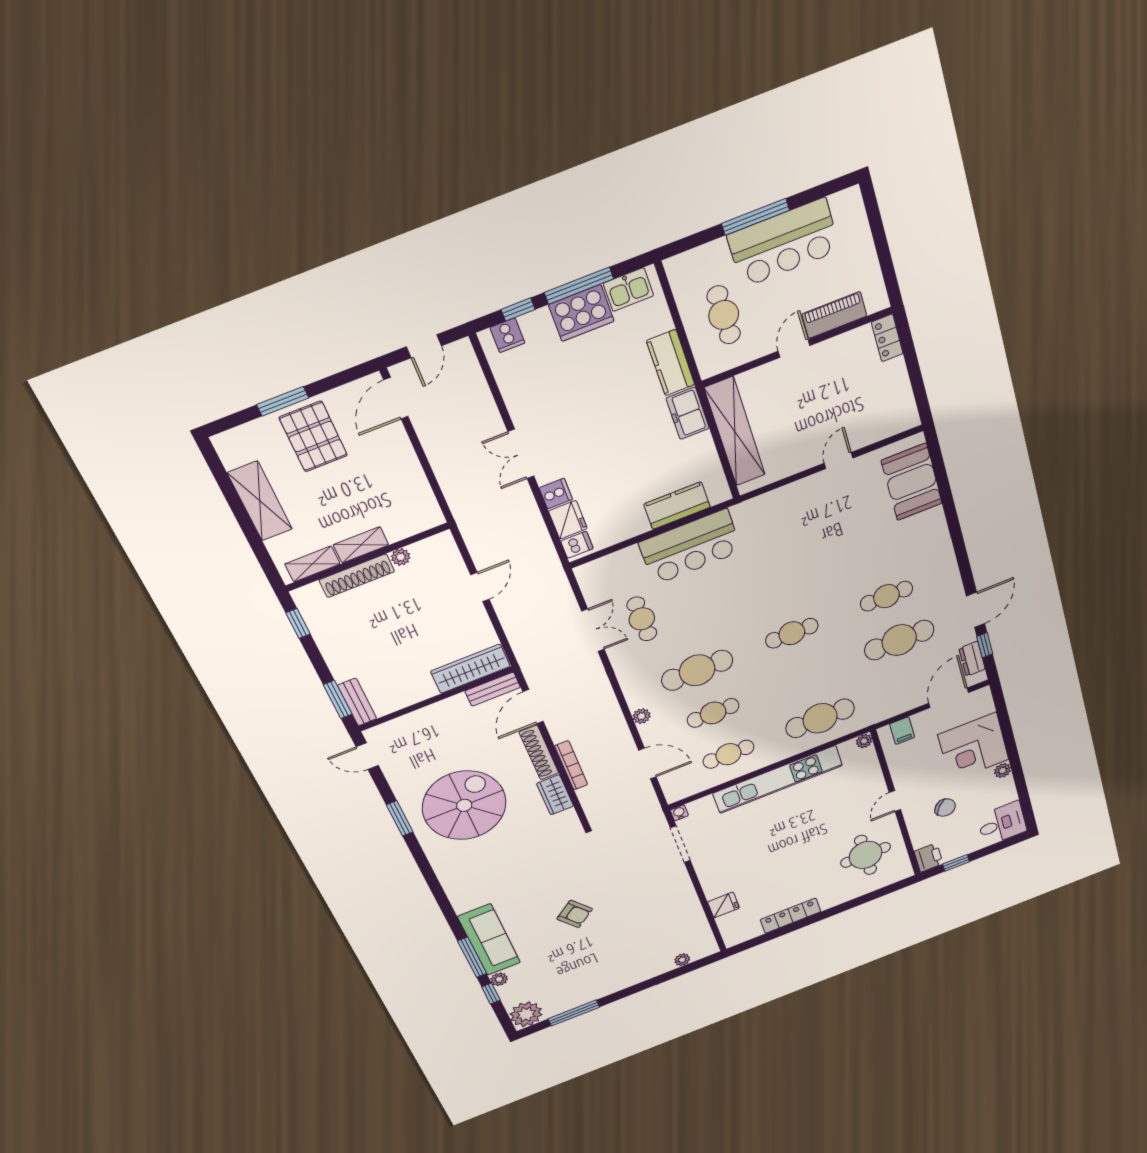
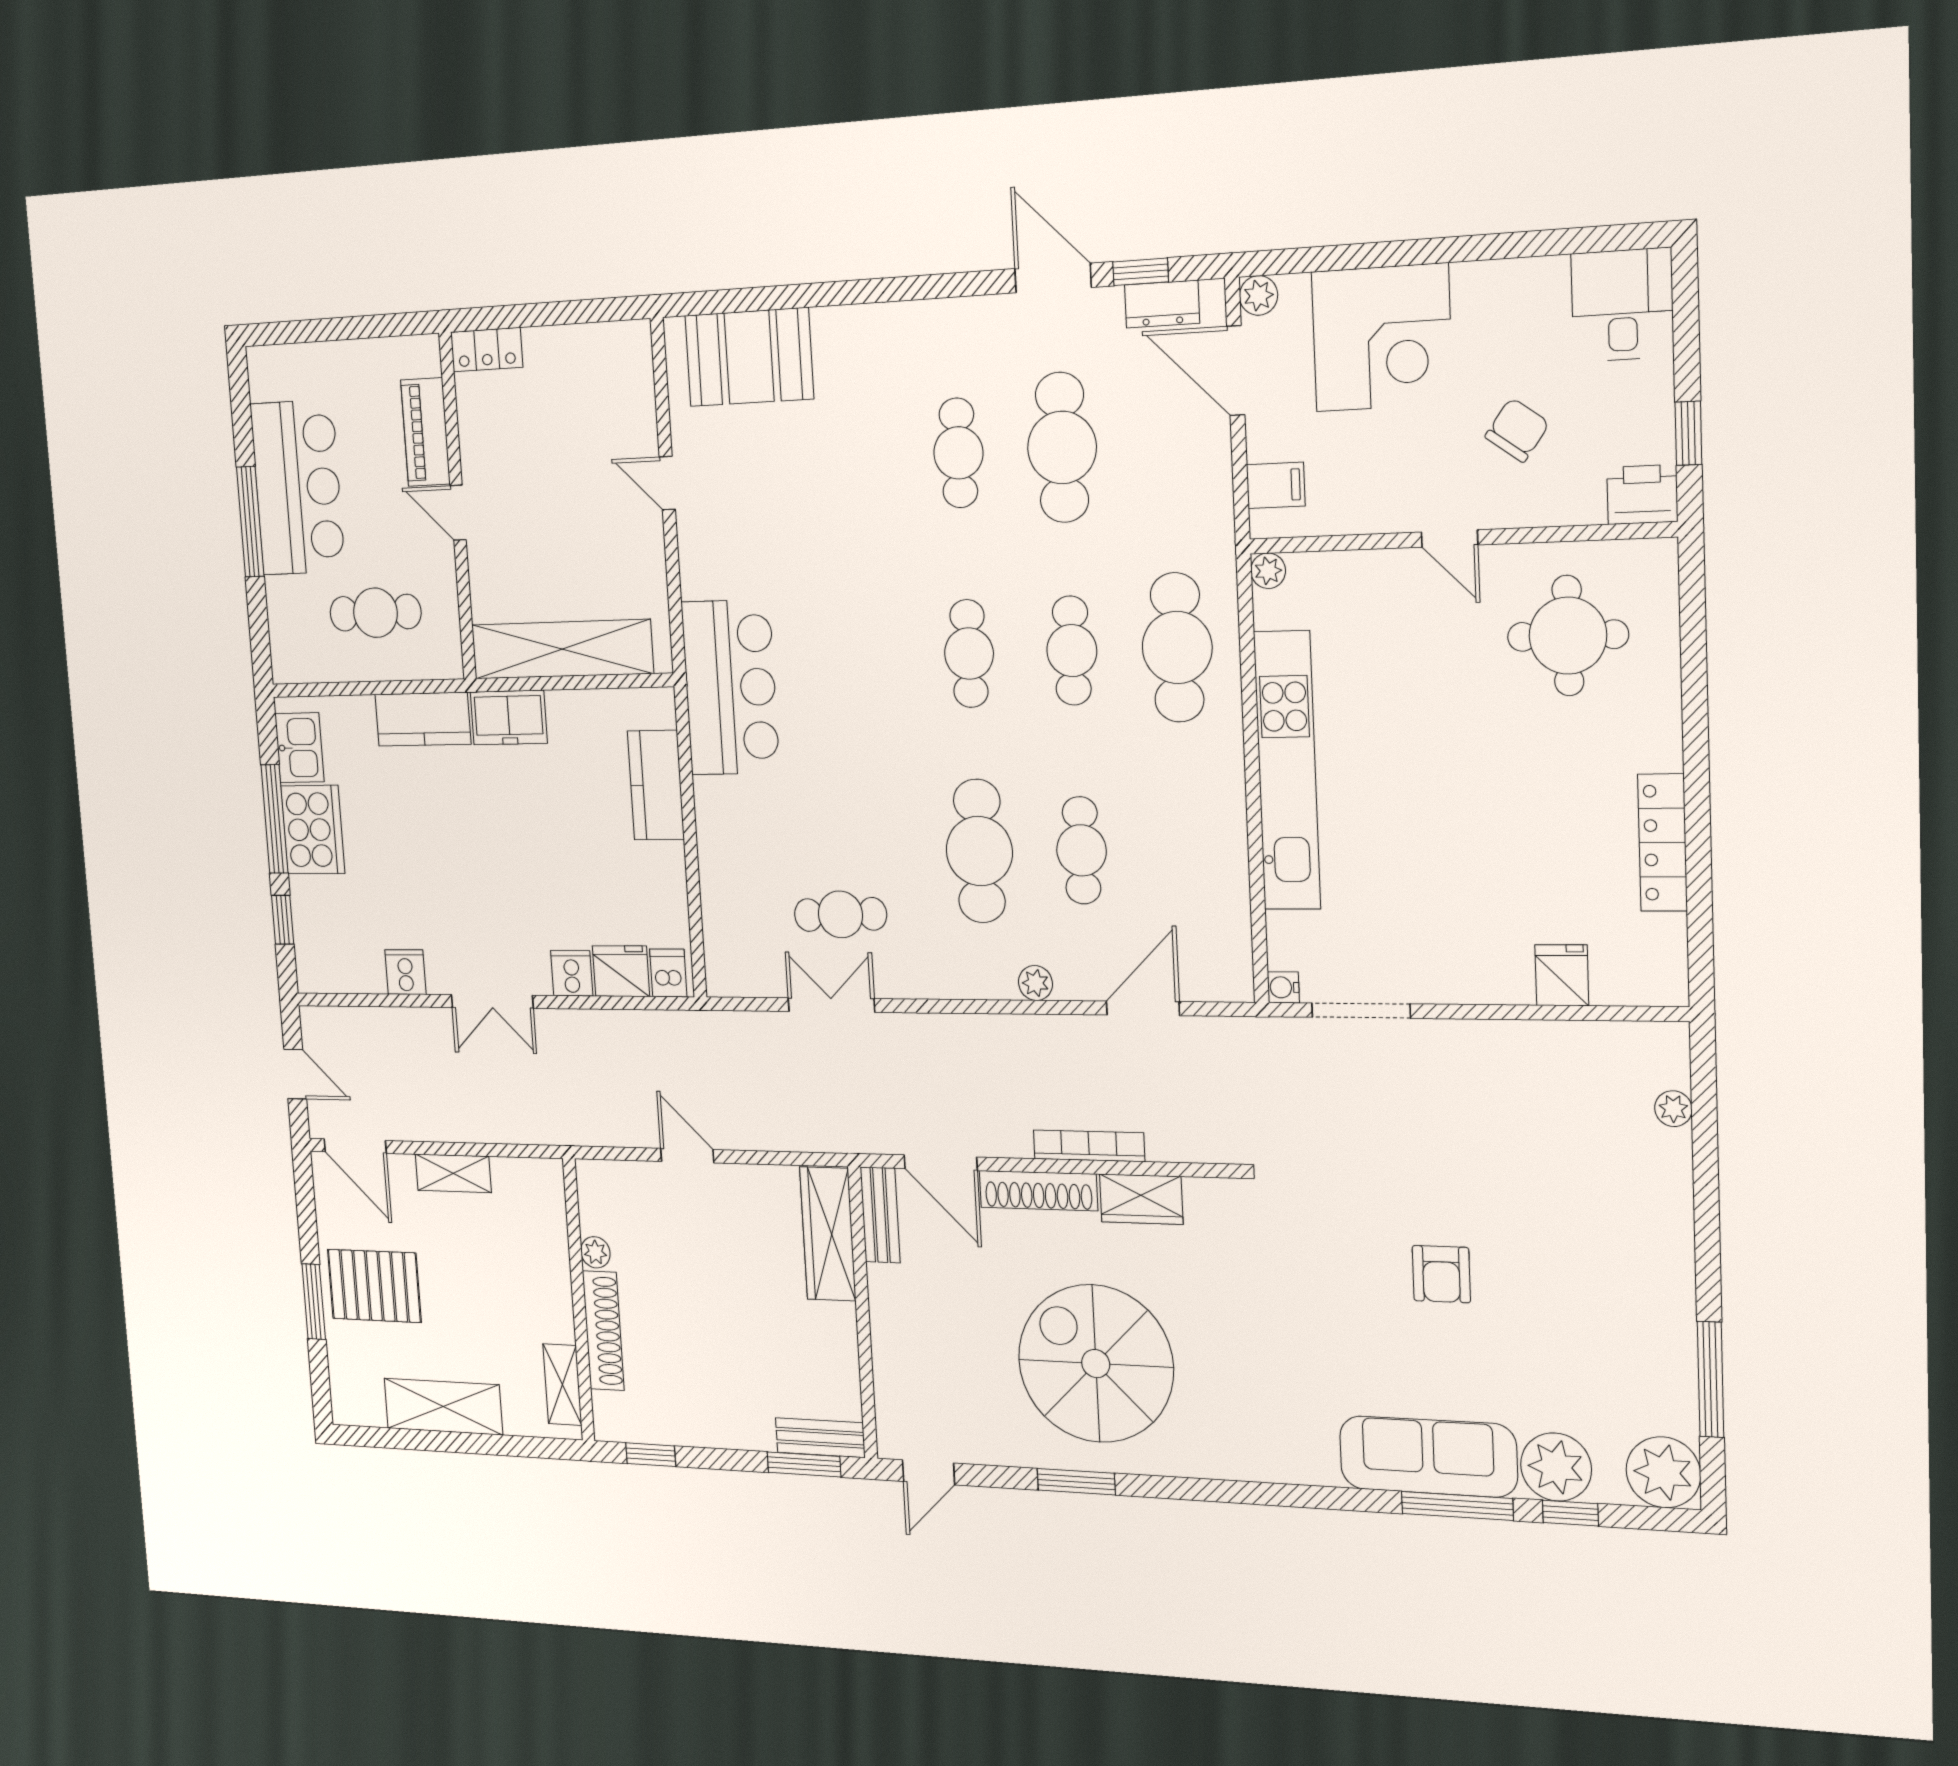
cooker: (507, 335) -> (405, 972), moved, turned -90
shelving: (361, 545) -> (453, 1173), moved, turned 90
bar counter: (690, 547) -> (730, 687), moved
cafe table: (729, 754) -> (1072, 651), moved
plant: (1003, 771) -> (1259, 295), moved
armchair: (575, 914) -> (1441, 1274), turned 128
plant: (499, 979) -> (1556, 1467), width x1.88, depth x1.88

